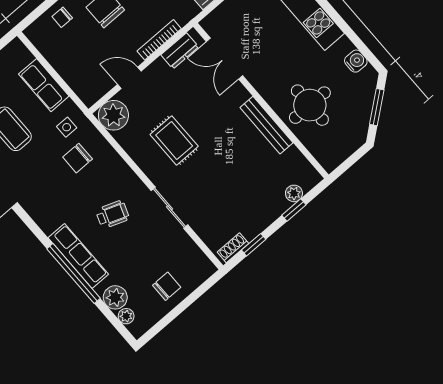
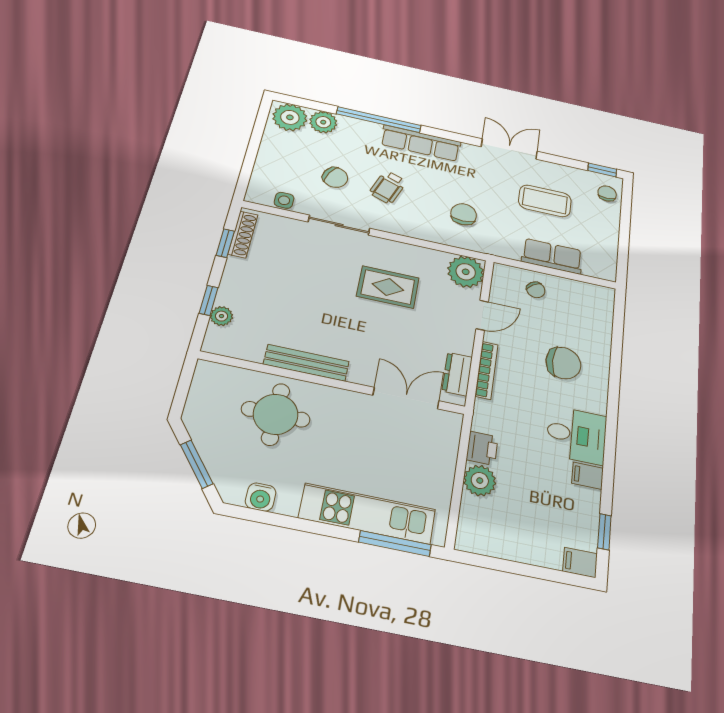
chair: (62, 17) -> (536, 290), moved, turned 143
side table: (67, 127) -> (284, 200), moved
shoe rack: (233, 248) -> (243, 234), width x1.43
row of seats: (78, 256) -> (421, 143), moved
chair: (167, 286) -> (335, 177), moved, turned -63
plant: (126, 316) -> (290, 117), width x1.87, depth x1.87

